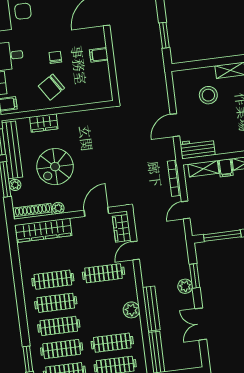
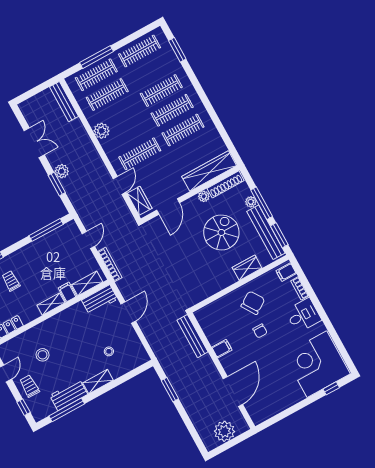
stool: (208, 95) -> (109, 351), width x0.53, depth x0.53
bench: (151, 309) -> (192, 336), moved
clothes rail: (62, 349) -> (150, 71), removed

